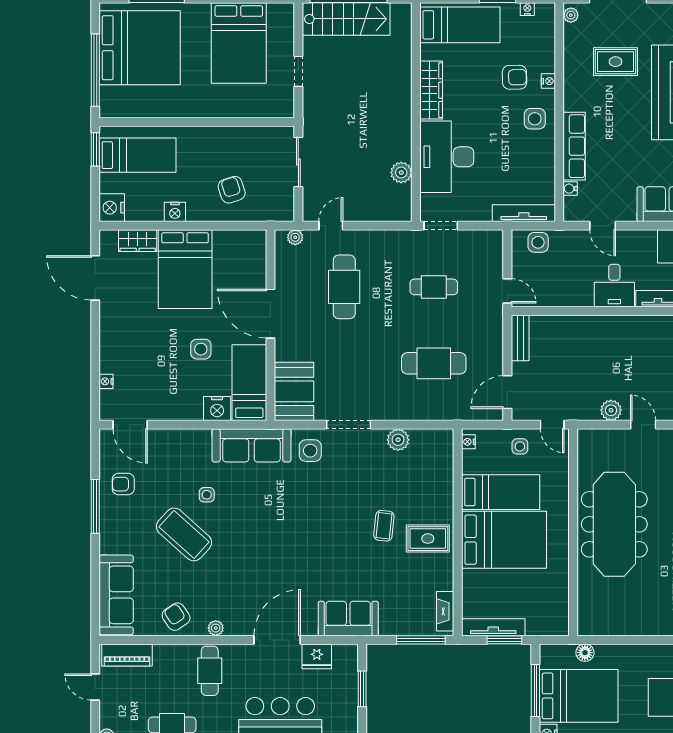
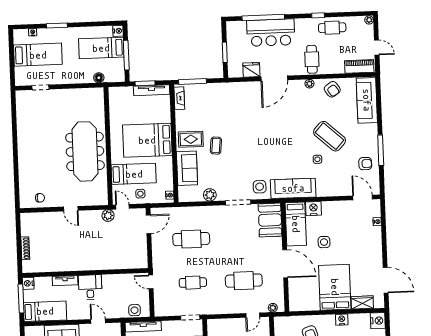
cafe table: (344, 287) -> (244, 281), turned 90
bench: (520, 338) -> (143, 255), removed
plant: (611, 410) -> (108, 216), moved
bed: (501, 492) -> (134, 174), moved, turned 180
sofa: (348, 618) -> (187, 168), moved, turned -90
bed: (579, 696) -> (101, 48), width x0.67

